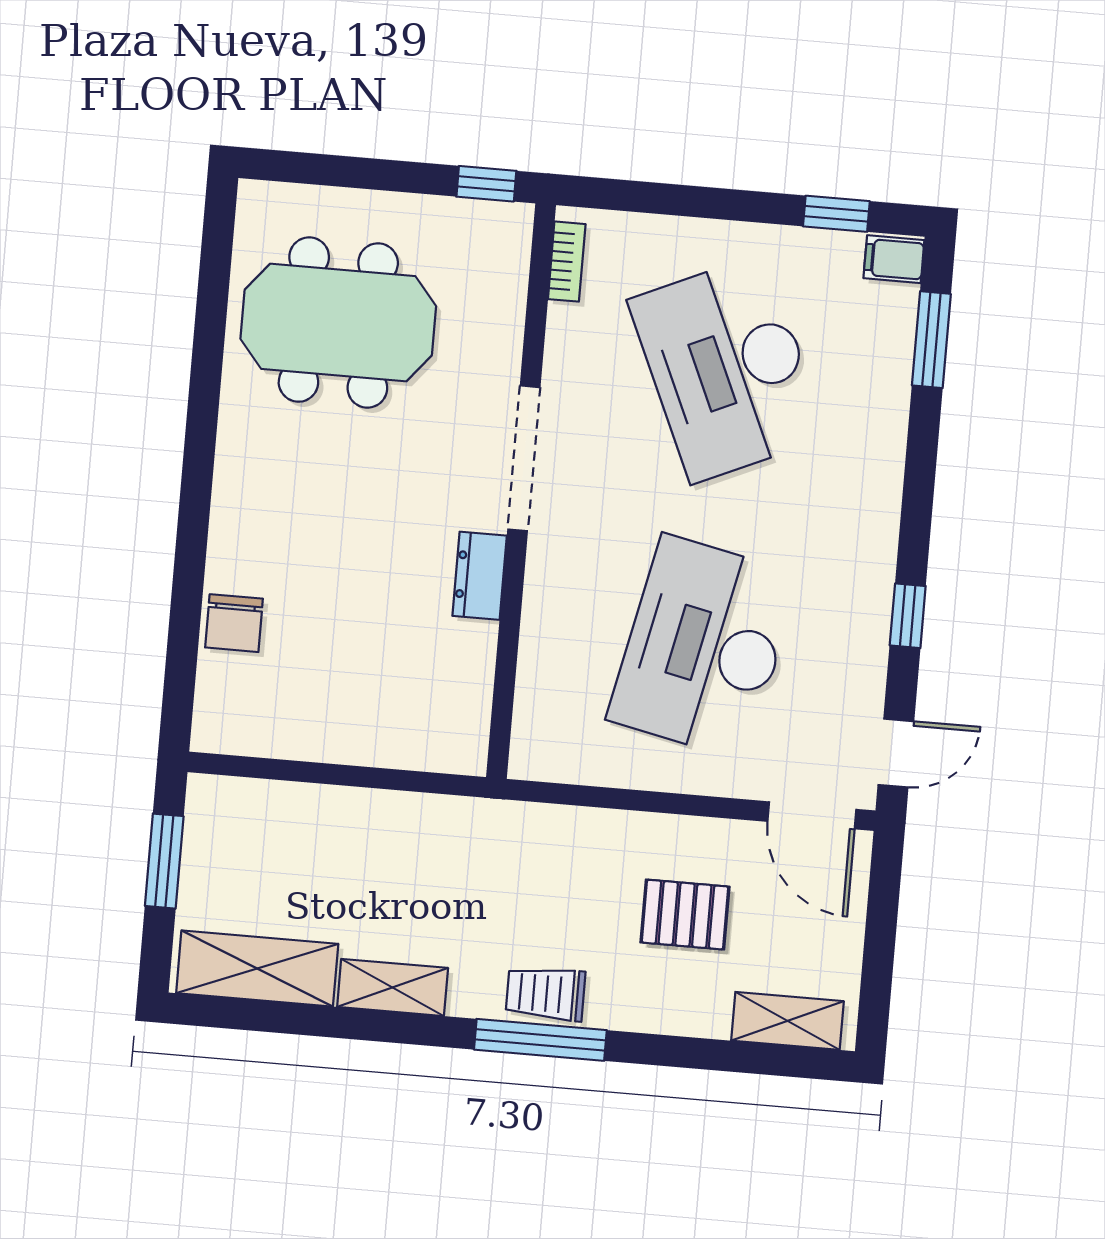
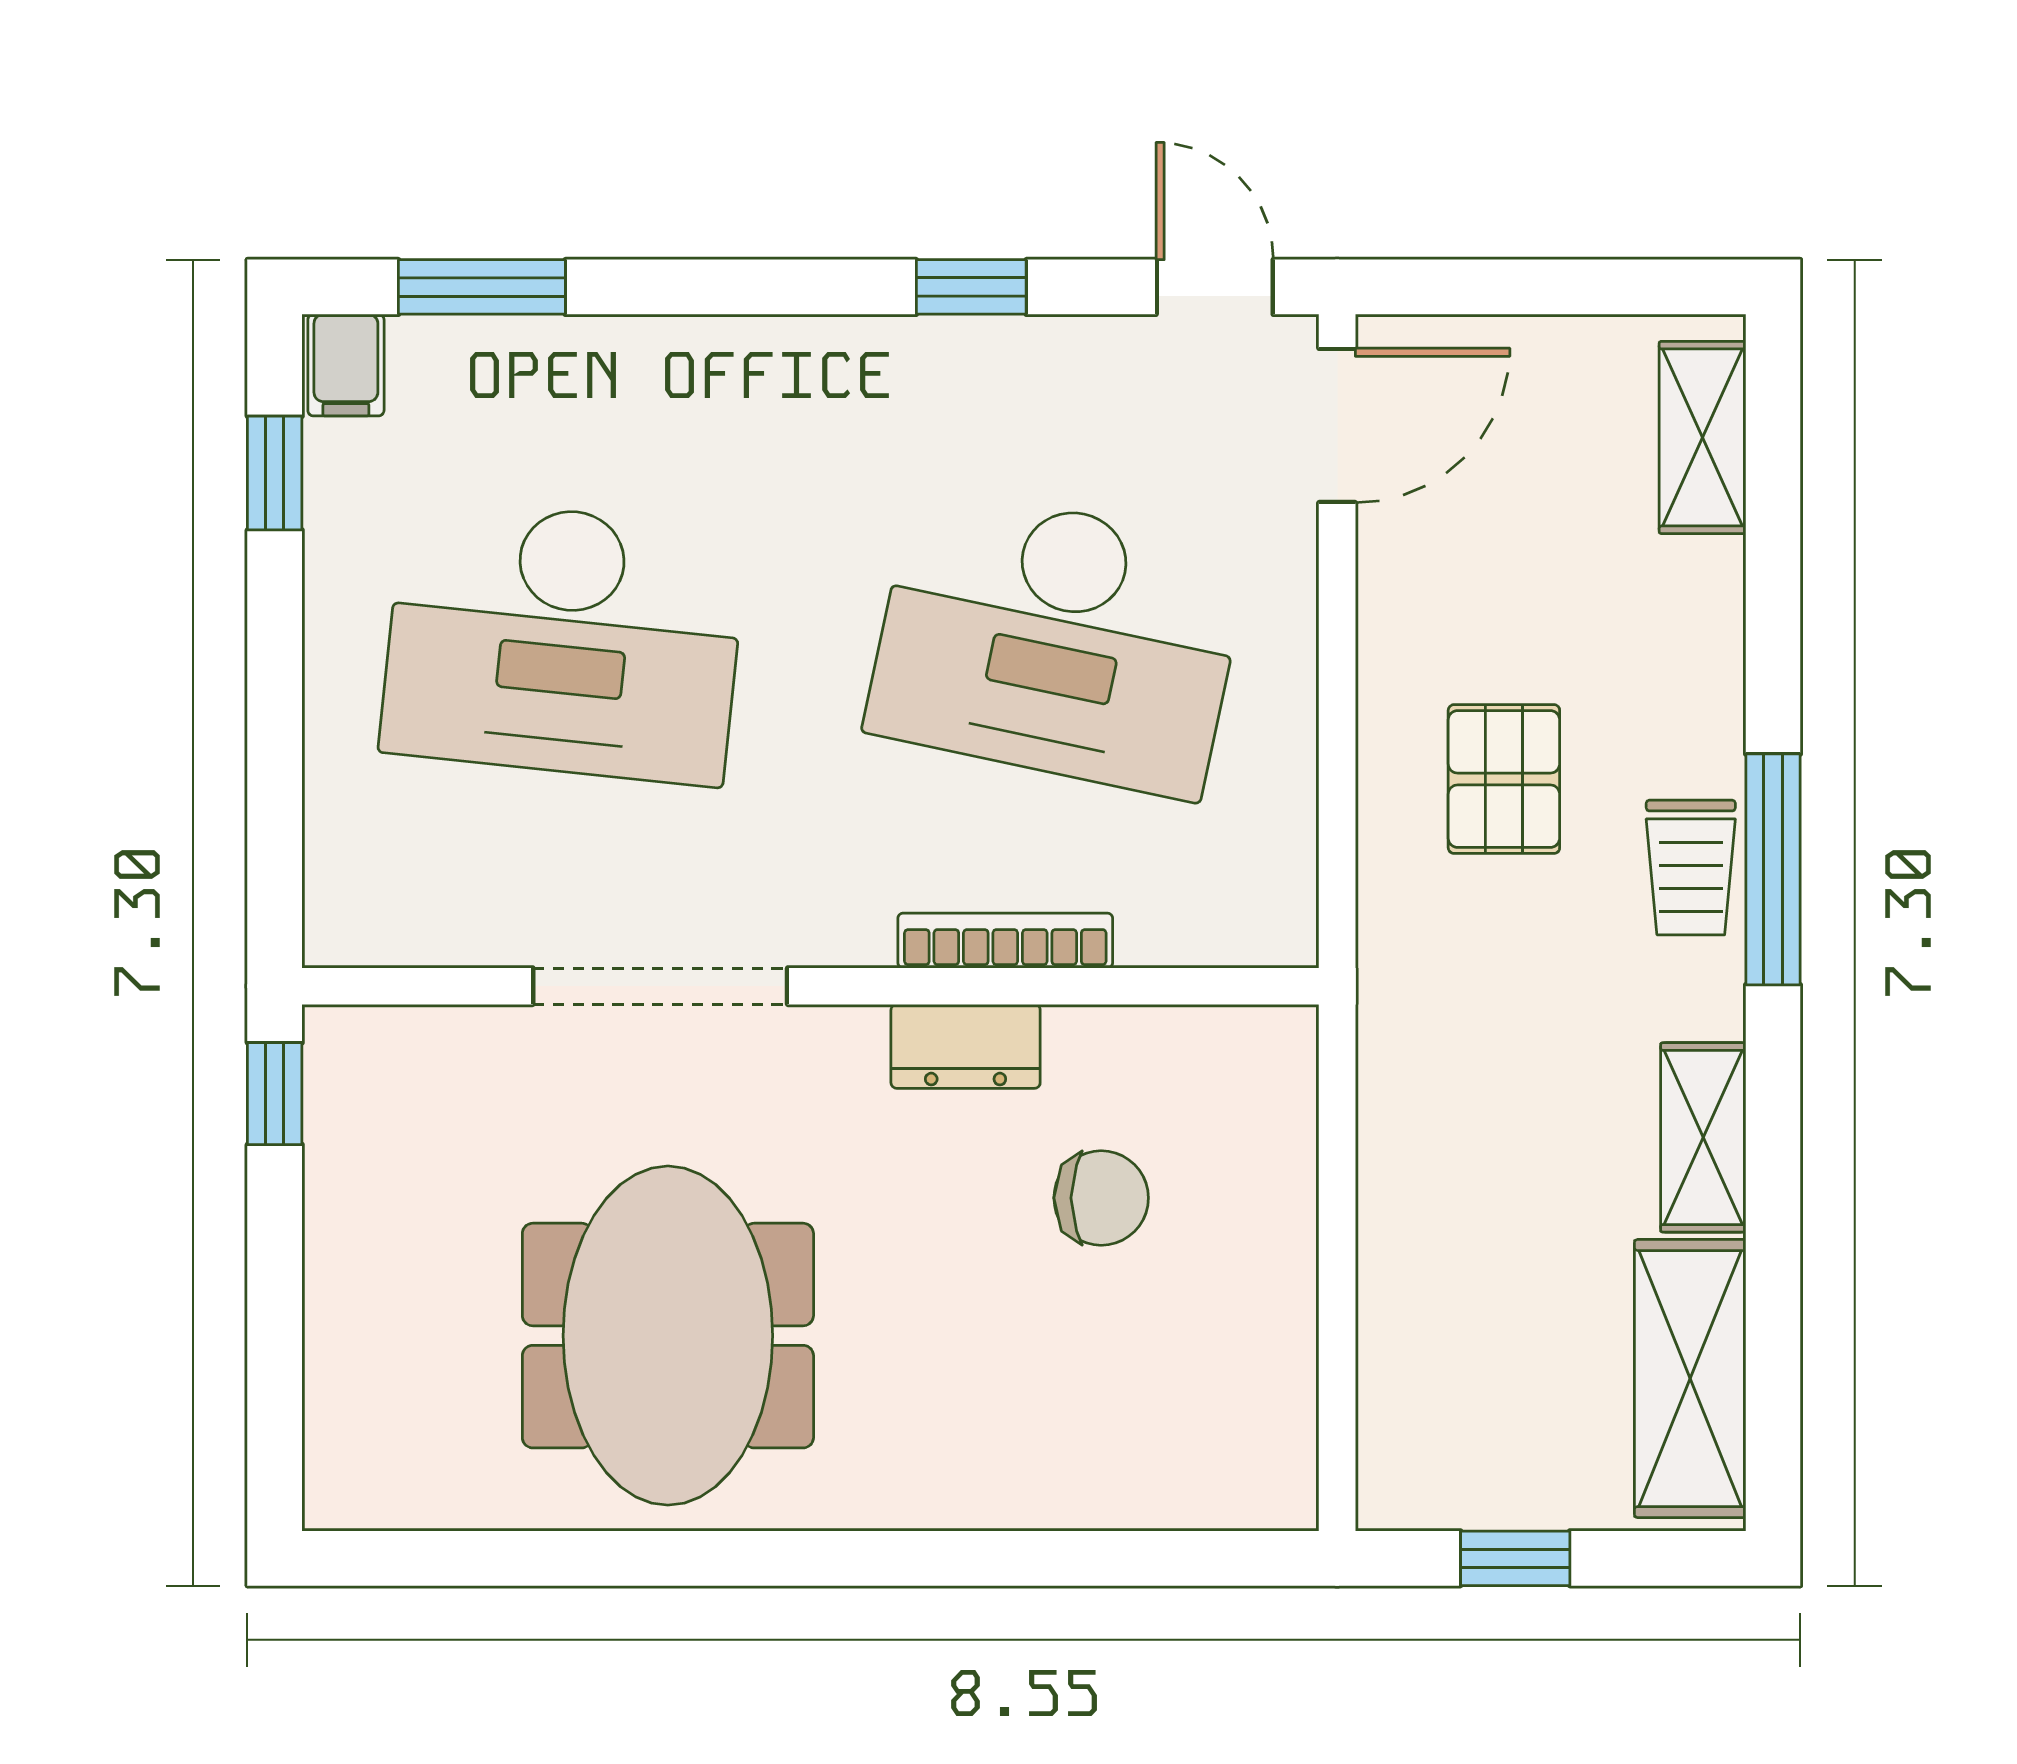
bookcase: (567, 262) -> (1005, 941), moved, width x1.56
meeting table: (338, 323) -> (668, 1336), moved
desk: (728, 369) -> (564, 641), turned 30
doorway: (524, 458) -> (660, 986), moved
chair: (234, 623) -> (1101, 1198), moved
window: (164, 861) -> (1515, 1558), width x0.67
pallet: (685, 915) -> (1504, 779), moved

